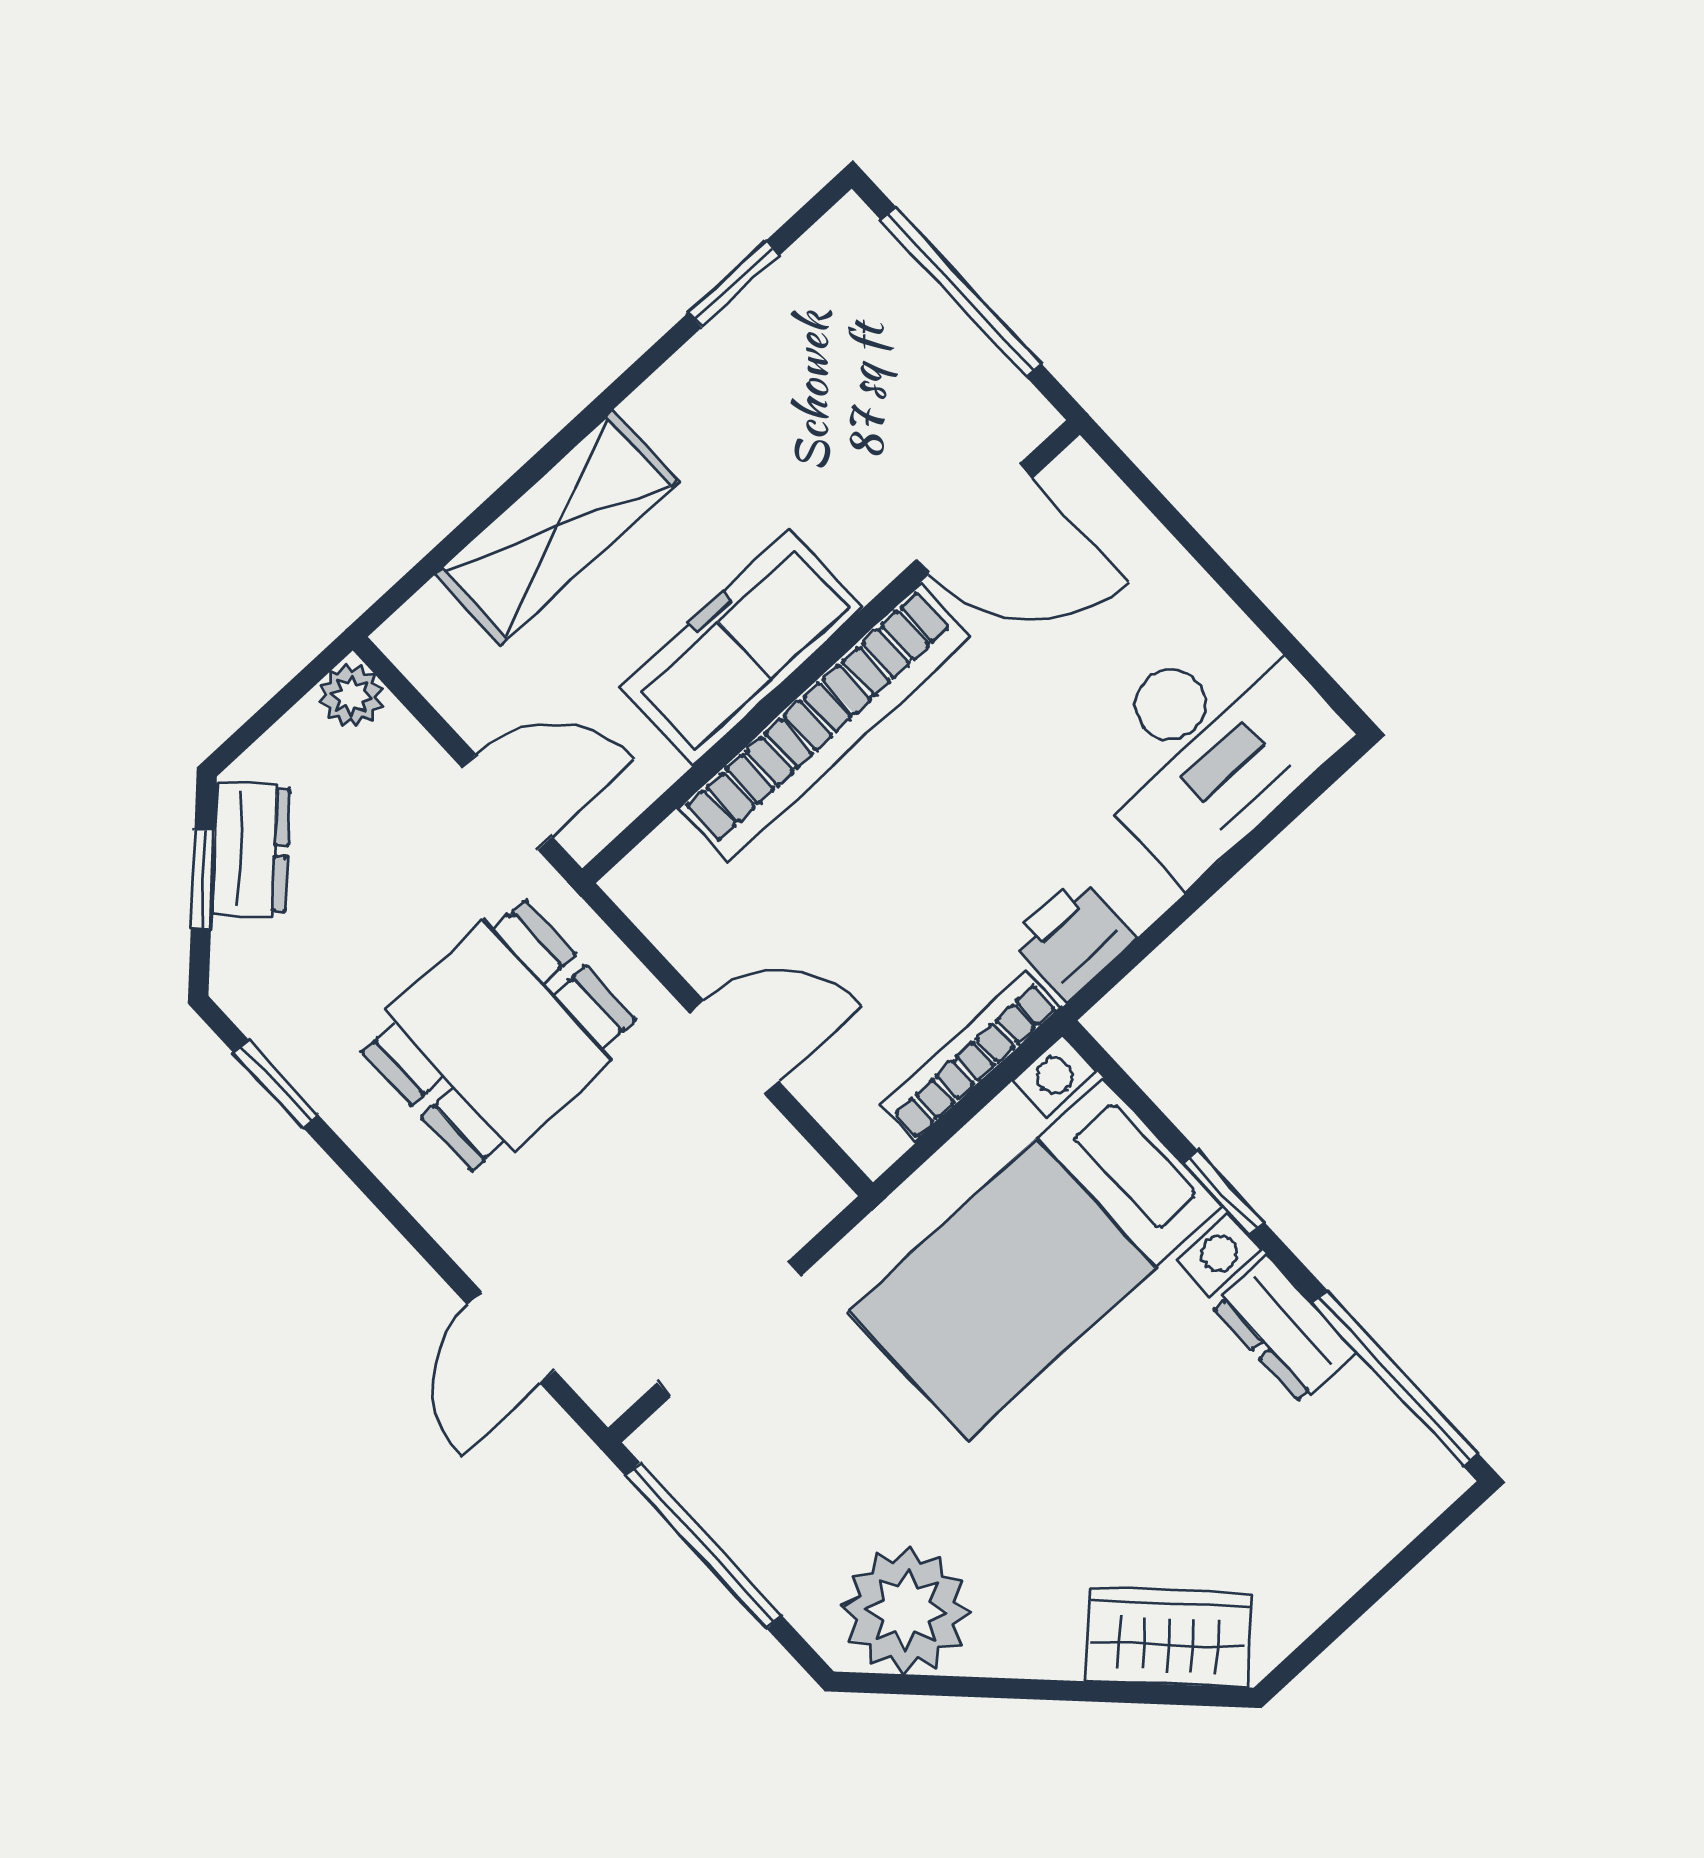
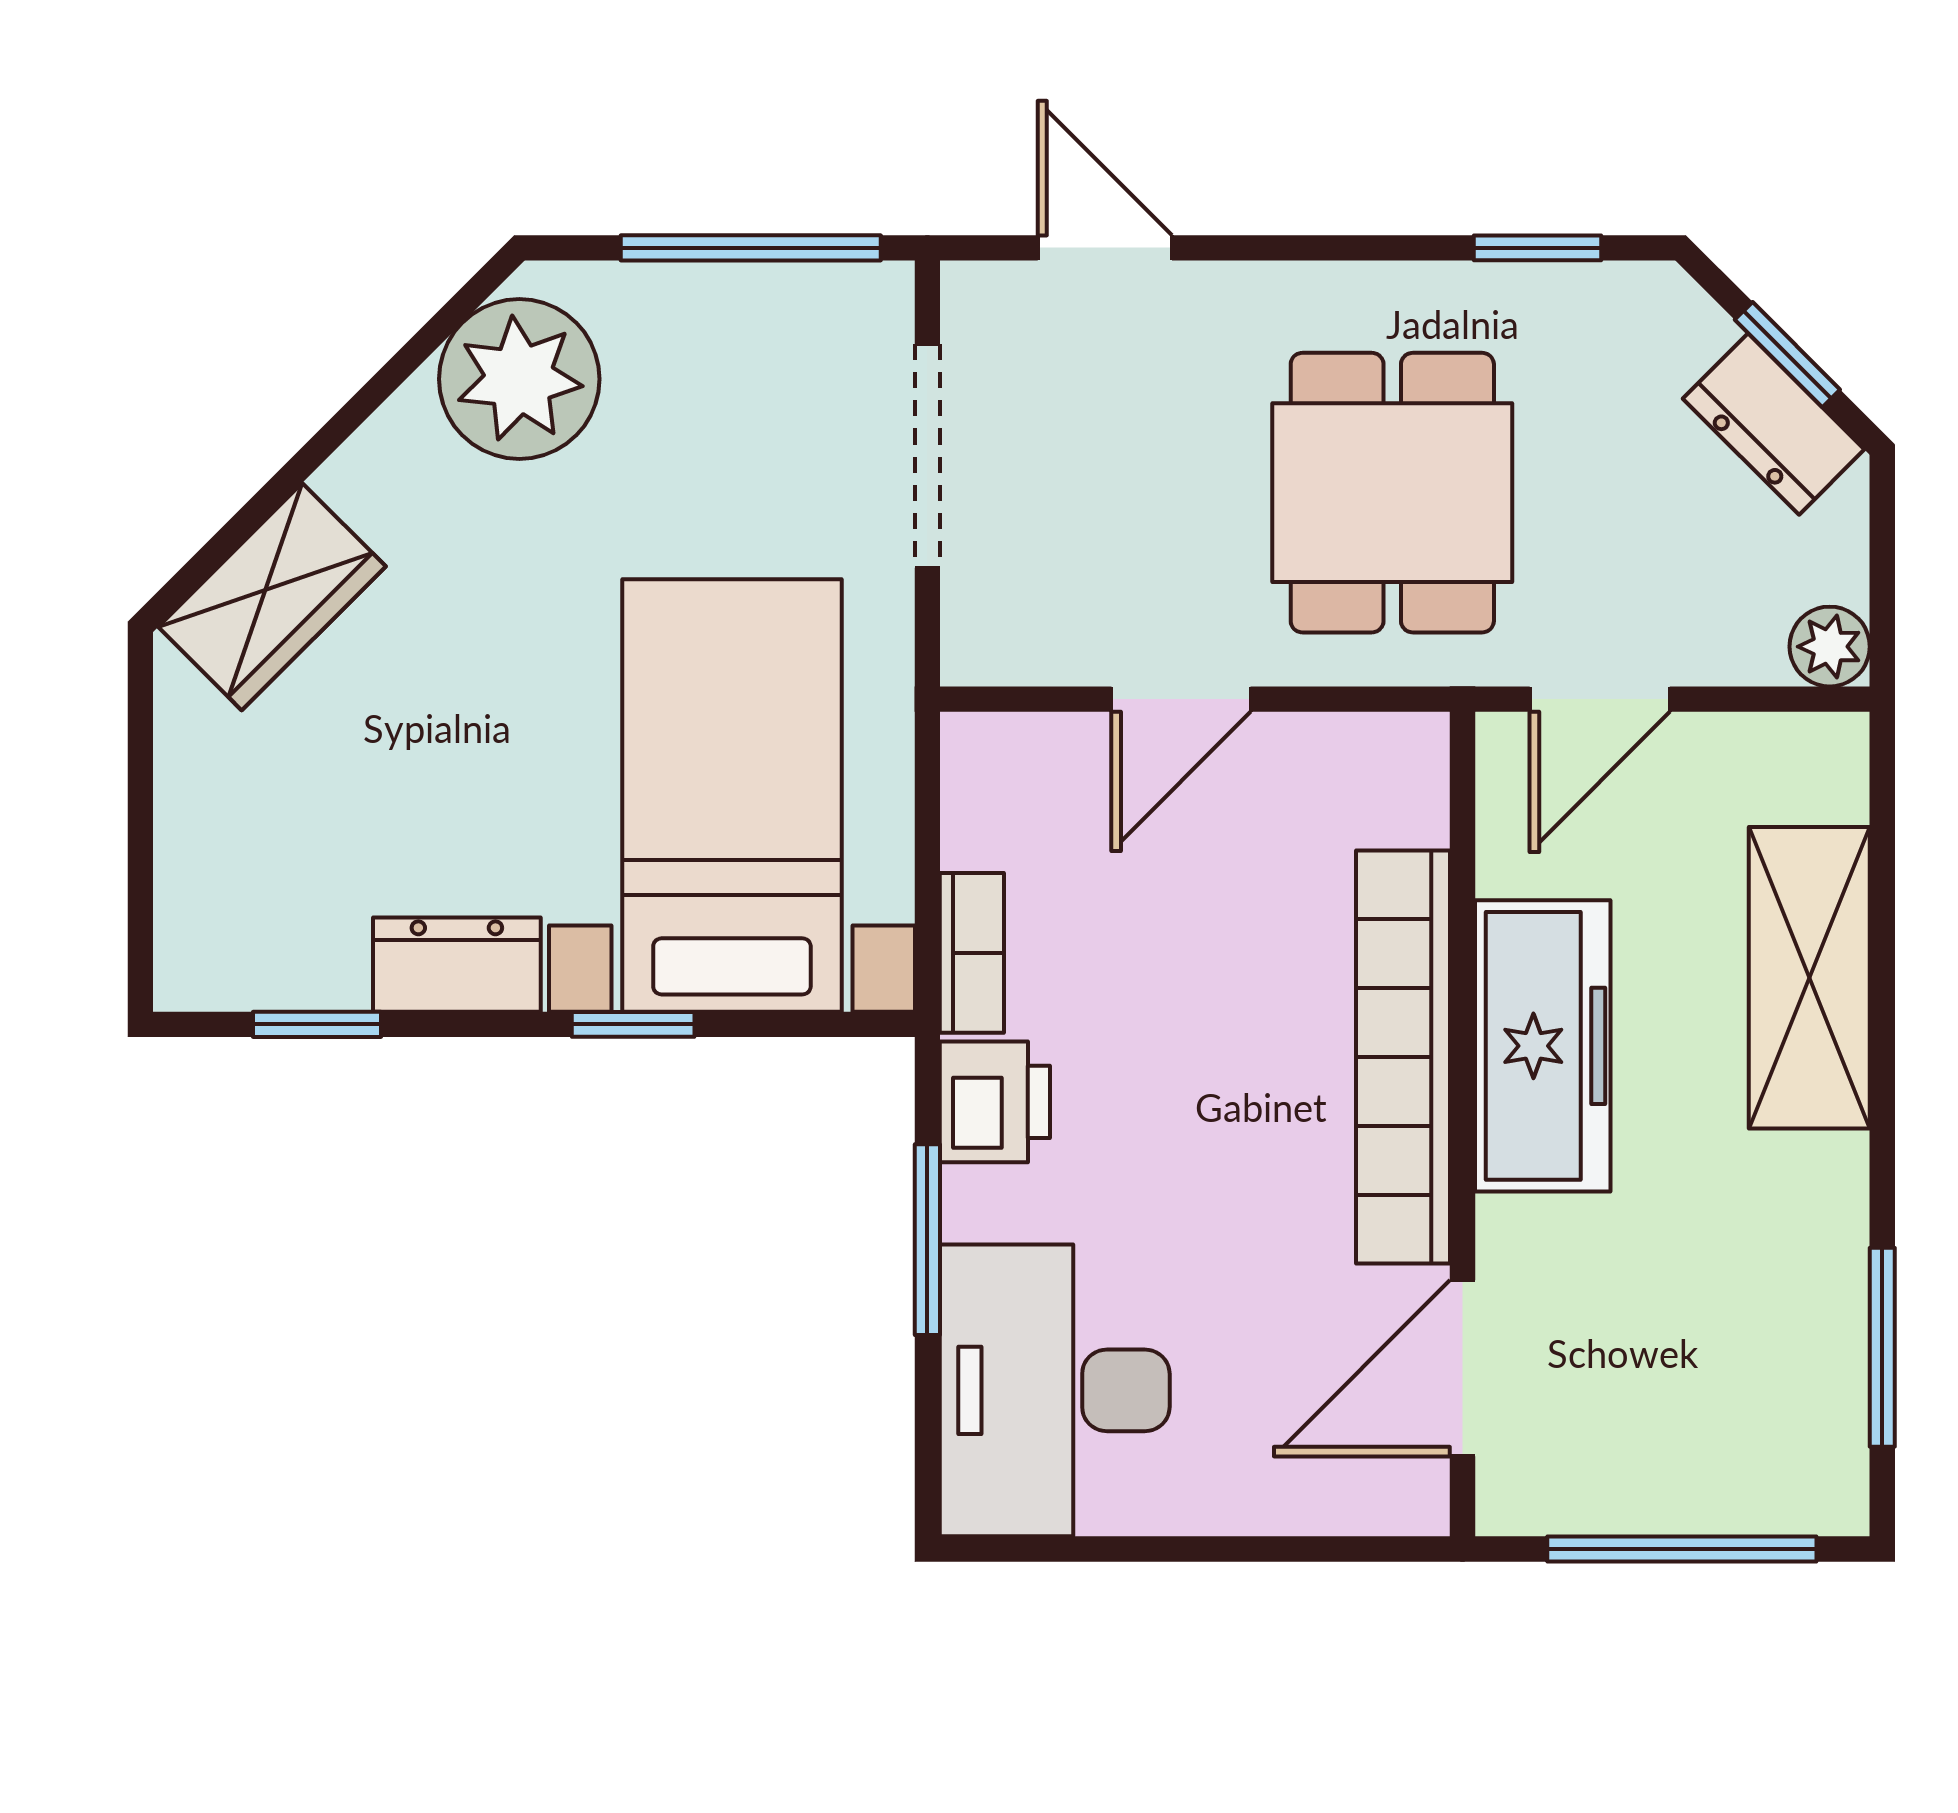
window: (734, 284) -> (1882, 1347), width x1.50
window: (1190, 903) -> (927, 1240), added
bookcase: (971, 1057) -> (972, 953), width x0.64
window: (1395, 1378) -> (317, 1024), width x0.46

